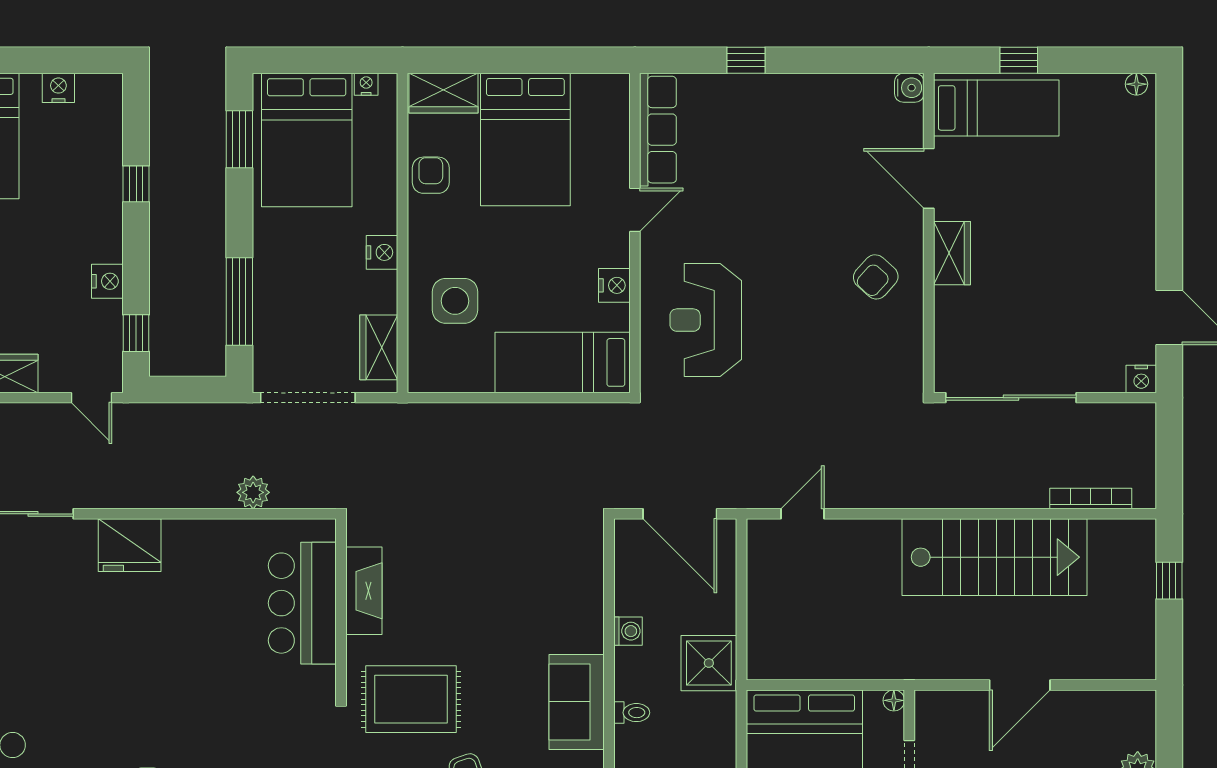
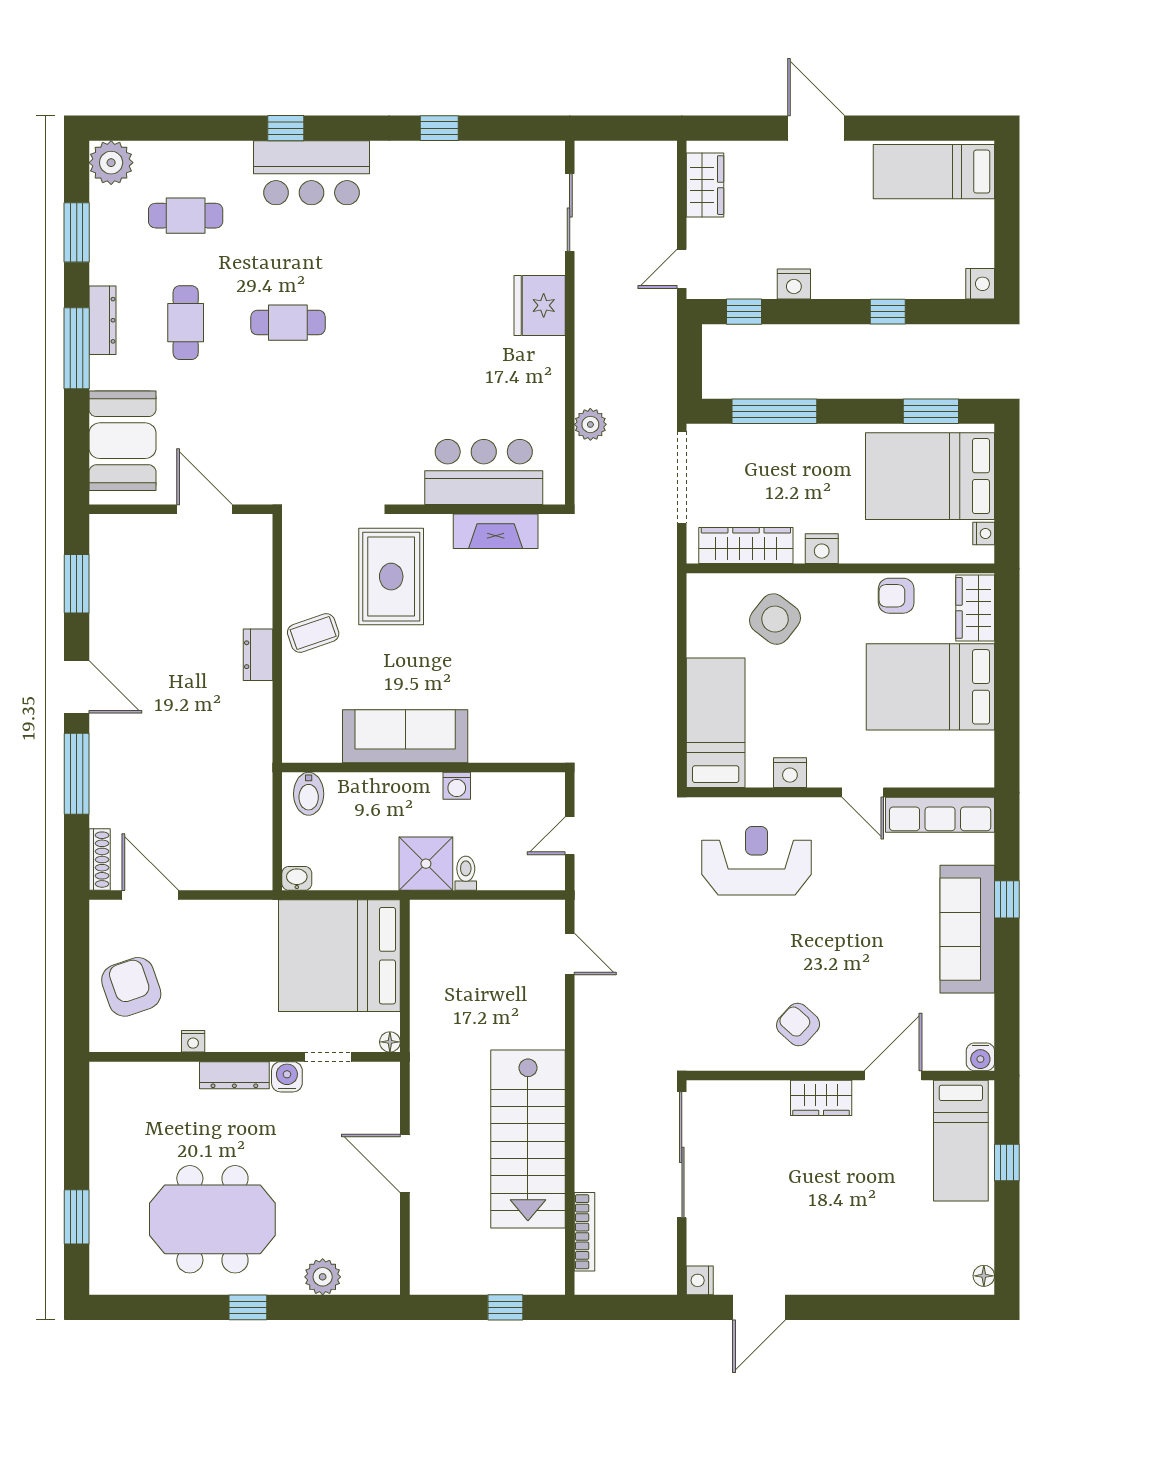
nightstand: (58, 88) -> (980, 284), moved
sofa: (777, 101) -> (967, 929), added
armchair: (431, 175) -> (896, 596), turned 180
side table: (455, 301) -> (775, 619), turned 38
wardrobe: (379, 347) -> (746, 546), width x1.50
door: (680, 514) -> (570, 836), width x0.53
sofa: (577, 702) -> (405, 736), width x1.36
toilet: (632, 713) -> (466, 873), moved, turned 180

